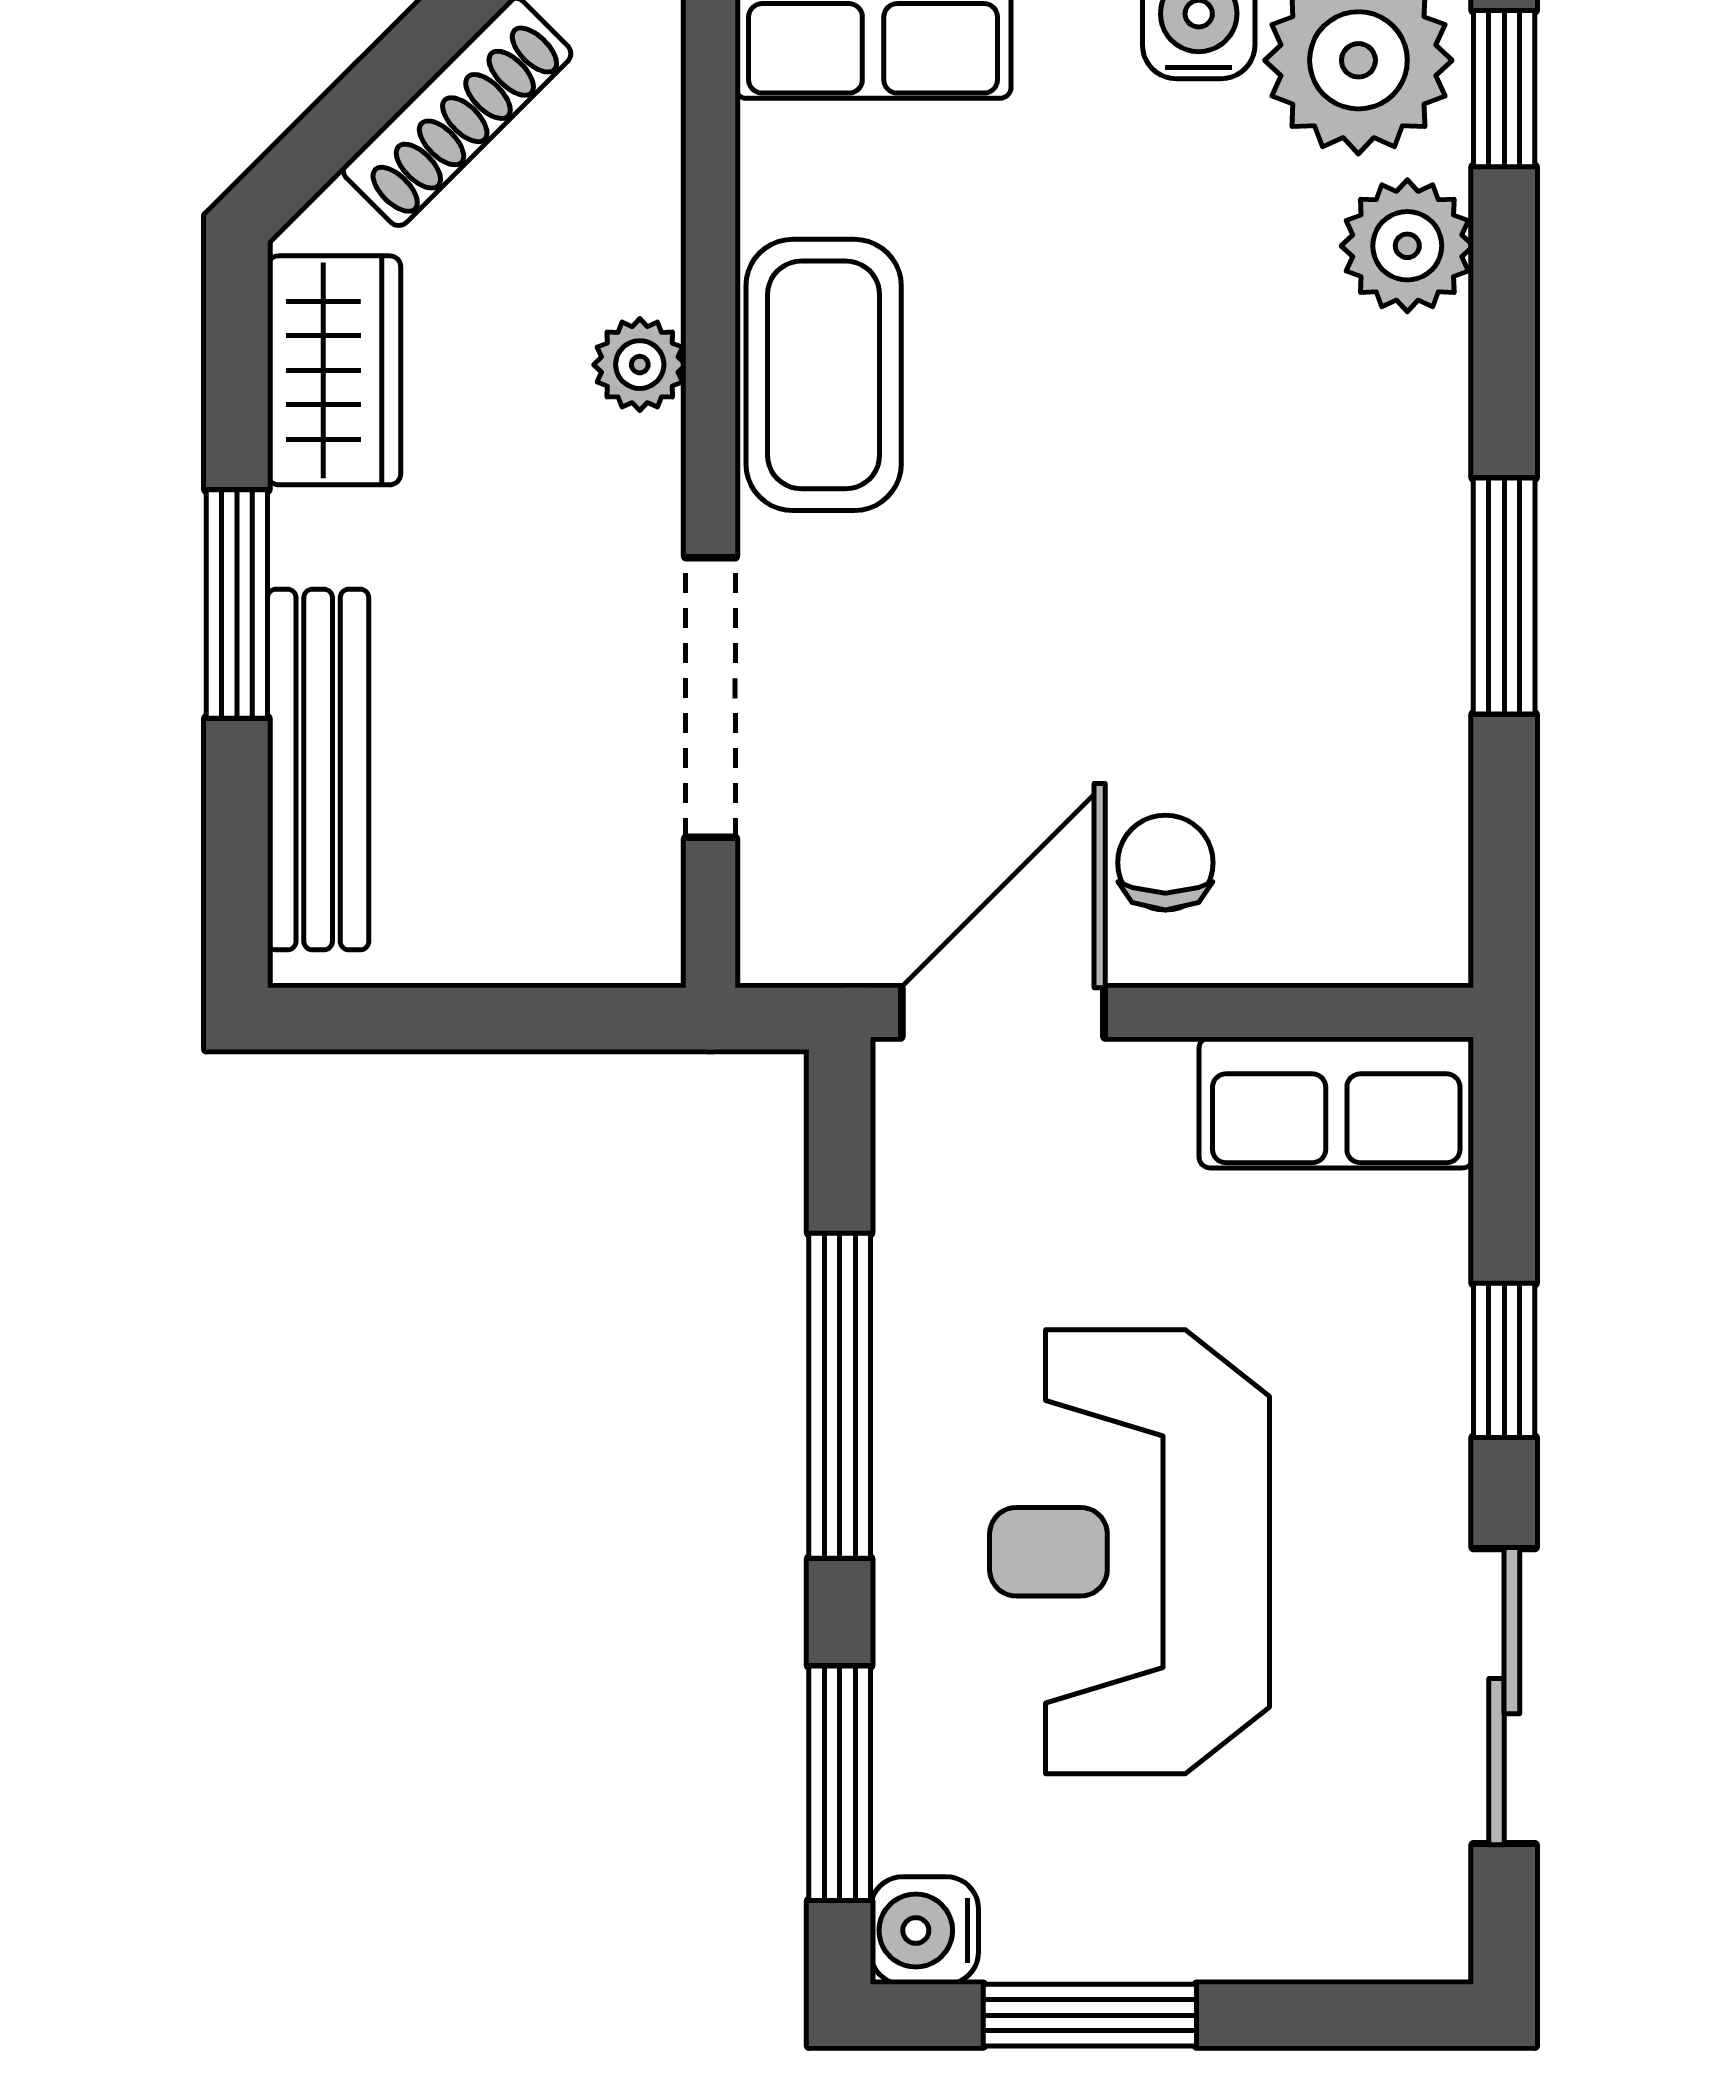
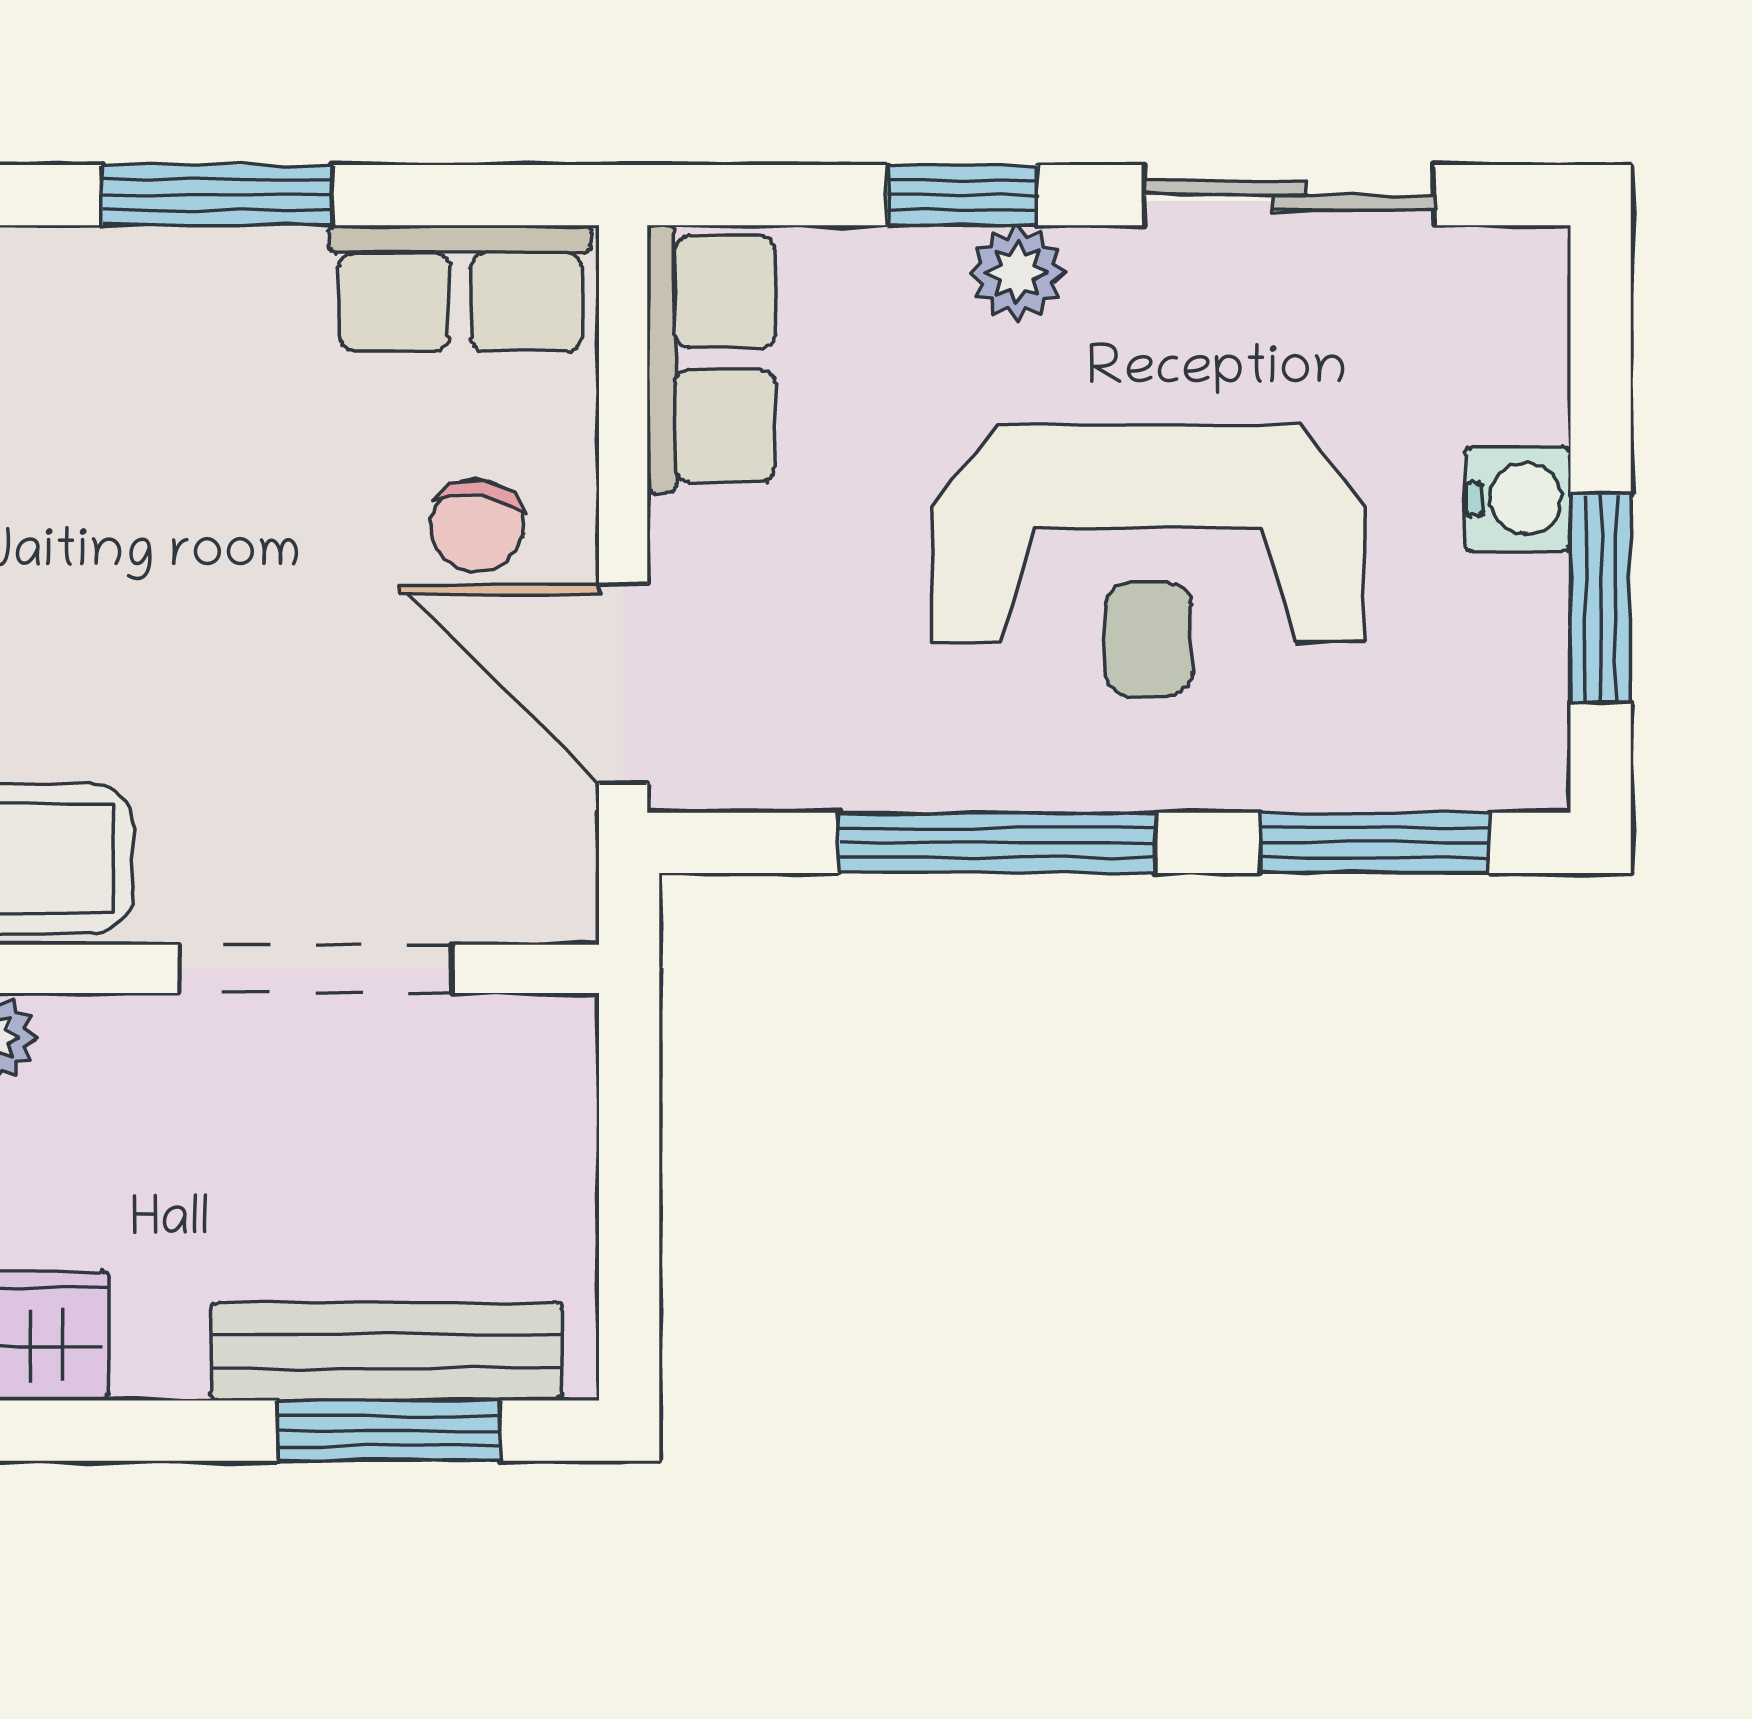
window: (237, 604) -> (389, 1431), moved
row of seats: (1409, 845) -> (460, 288), added
chair: (1165, 863) -> (477, 525), turned -82
plant: (1425, 1417) -> (1017, 273), added
water cooler: (924, 1930) -> (1518, 499), moved, turned -90

